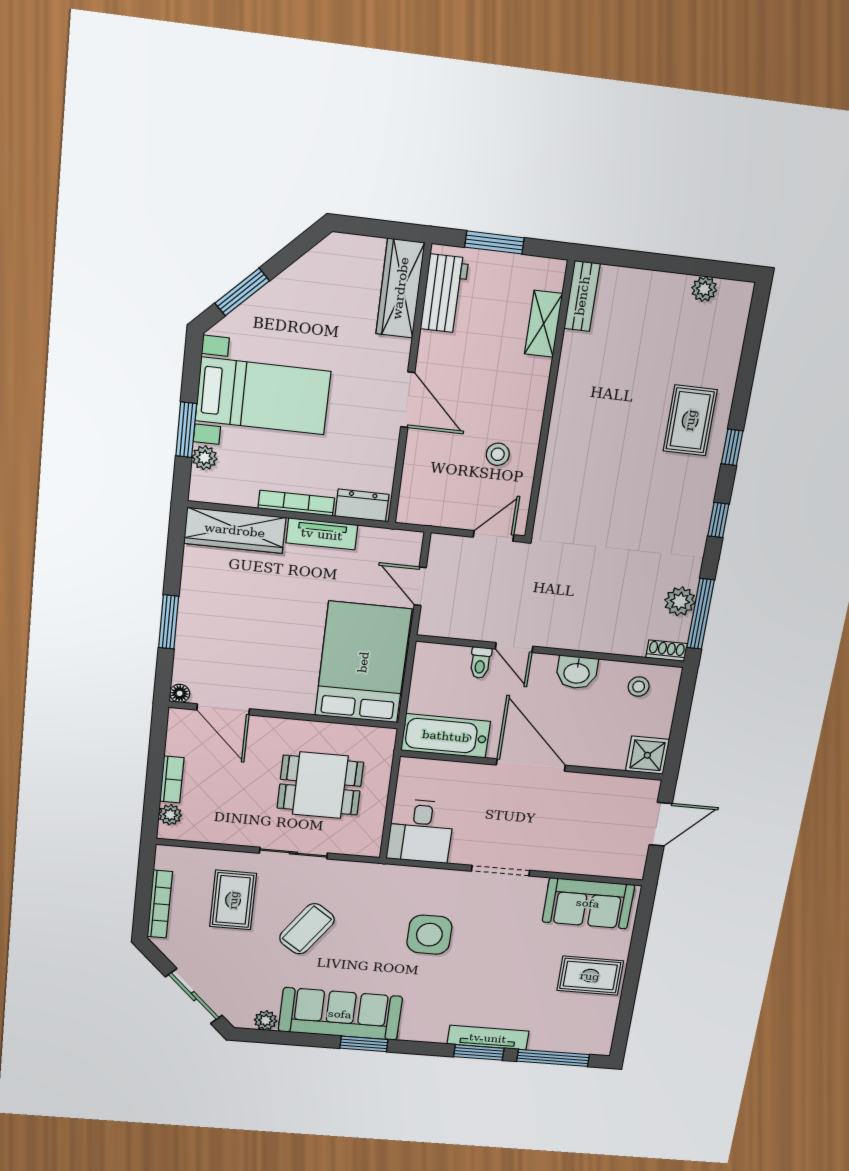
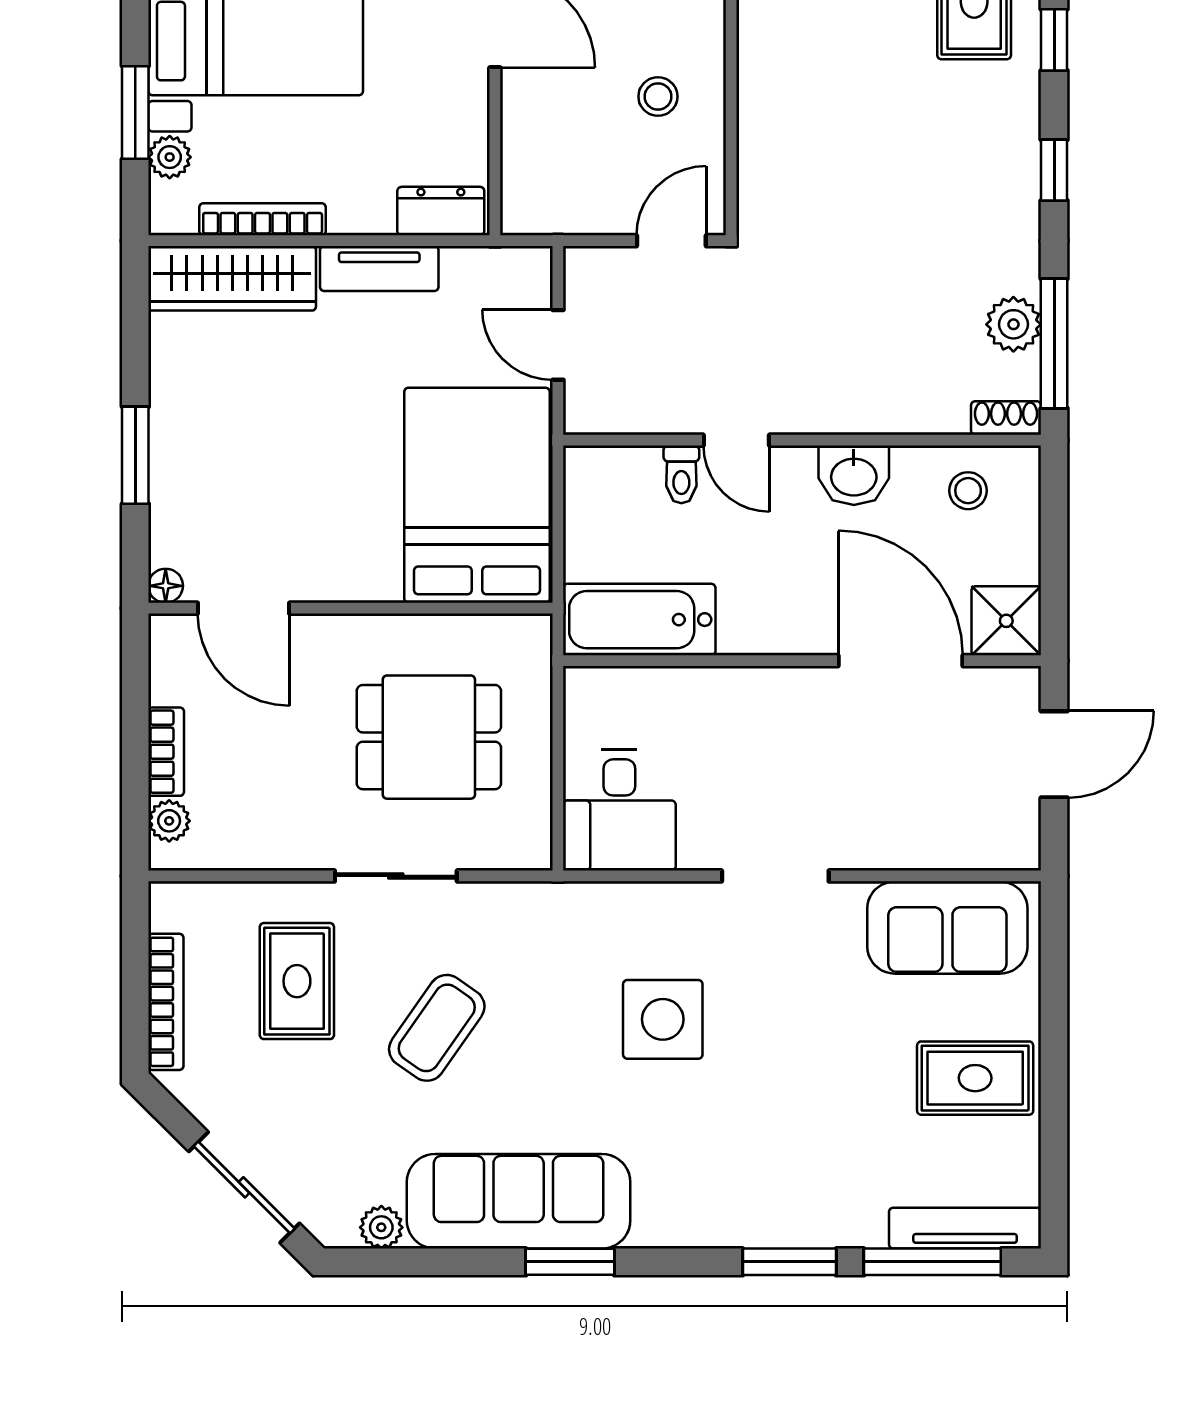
bookcase: (296, 503) -> (263, 219), moved
door: (531, 765) -> (900, 661), moved
tv unit: (488, 1038) -> (965, 1228), moved

